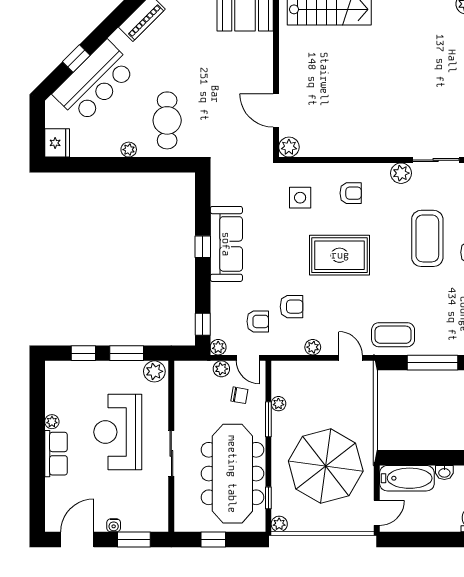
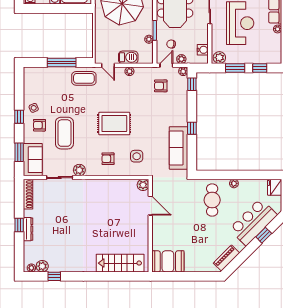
sofa: (226, 244) -> (179, 148), moved
armchair: (292, 307) -> (142, 94), removed
door: (248, 358) -> (166, 65), hinge flipped
barbecue: (315, 372) -> (128, 57), added
water cooler: (184, 385) -> (203, 50), added

